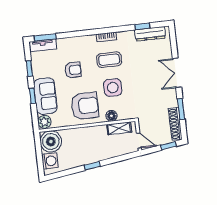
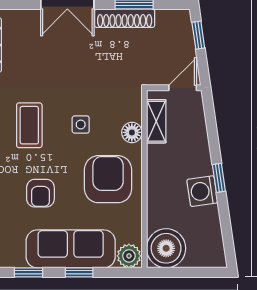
armchair: (73, 70) -> (40, 193), turned 180
side table: (113, 88) -> (81, 124), width x0.54, depth x0.54
sofa: (45, 96) -> (71, 249), width x1.36
shoe rack: (175, 124) -> (125, 18), moved
washing machine: (50, 161) -> (202, 191), moved, turned -98

